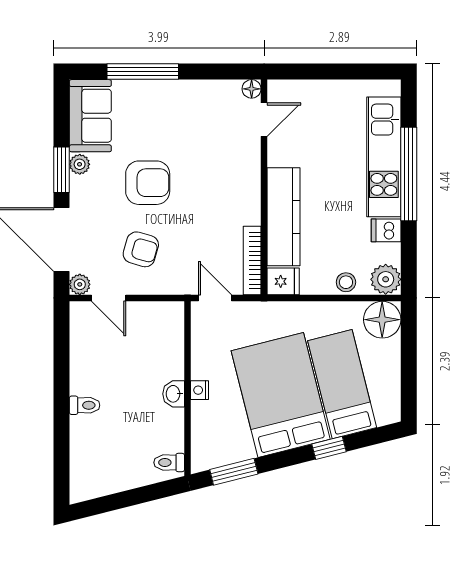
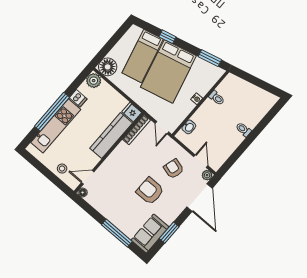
plant: (80, 164) -> (169, 219), removed
window: (61, 170) -> (169, 233), moved
stool: (346, 282) -> (62, 169), moved
washbasin: (174, 394) -> (189, 127), moved
toilet: (169, 462) -> (217, 98), moved

